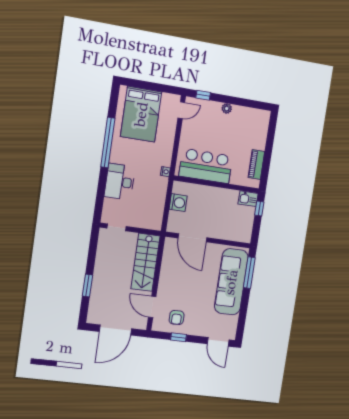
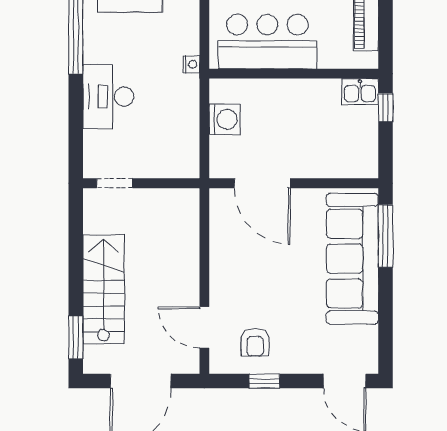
stairs: (146, 262) -> (104, 289), moved, turned 180
window: (88, 285) -> (76, 337), moved

